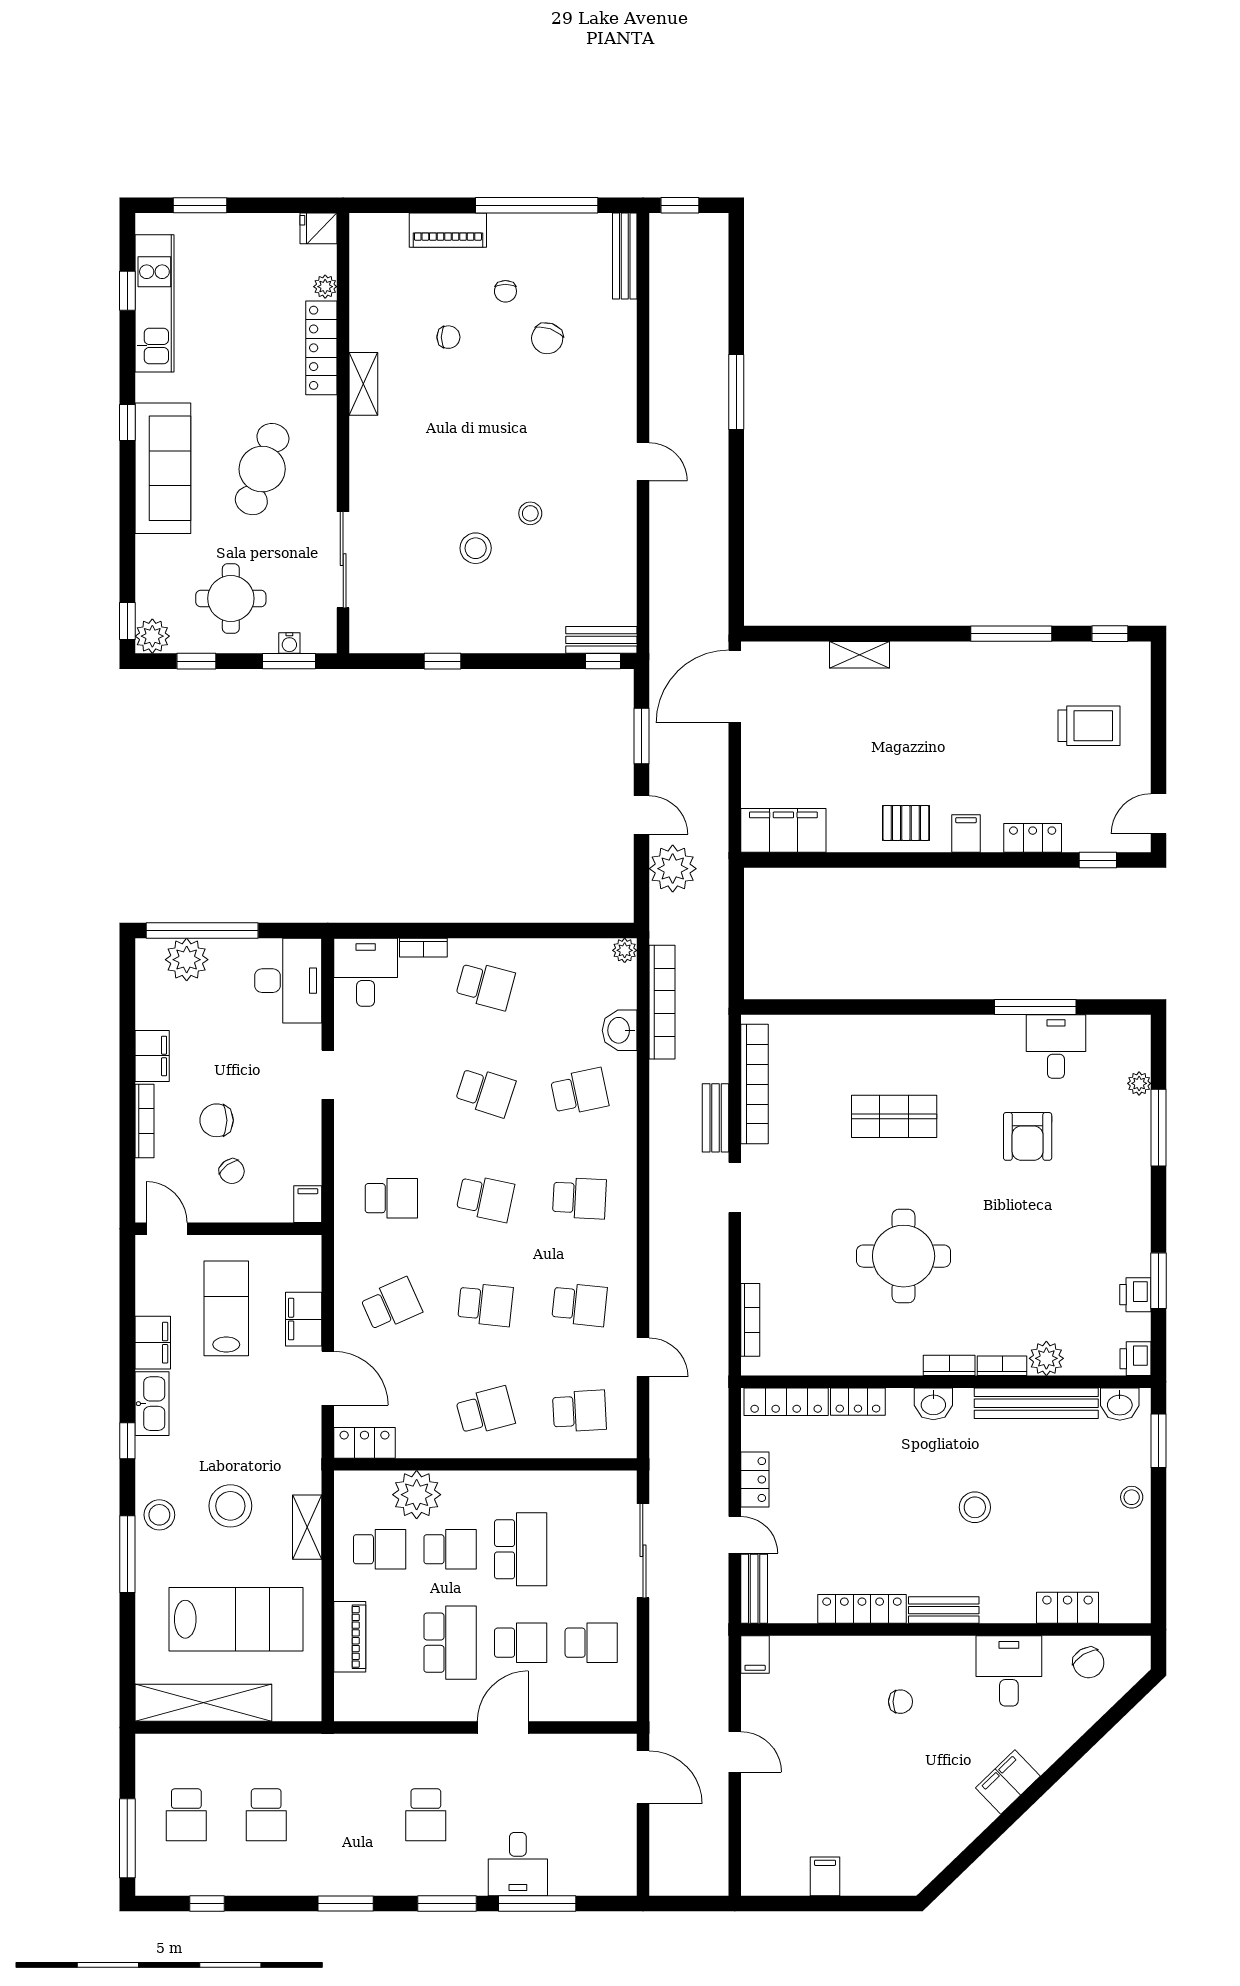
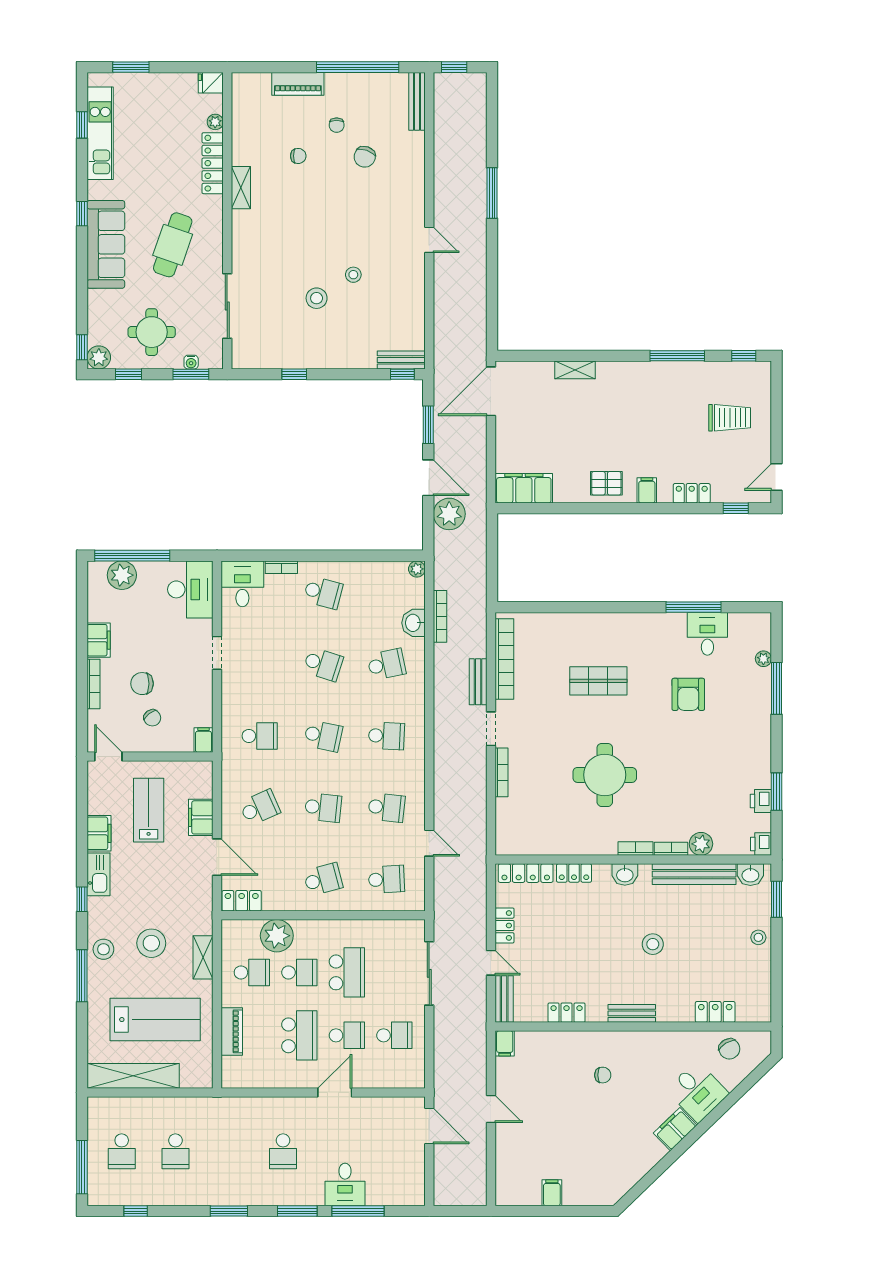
door: (641, 815) -> (428, 478), width x1.38
bookcase: (662, 1002) -> (440, 616), width x0.68, depth x0.76
bookcase: (750, 1320) -> (501, 772), moved
locker: (862, 1609) -> (567, 1013), width x0.66
desk: (1009, 1671) -> (697, 1092), moved, turned 136

